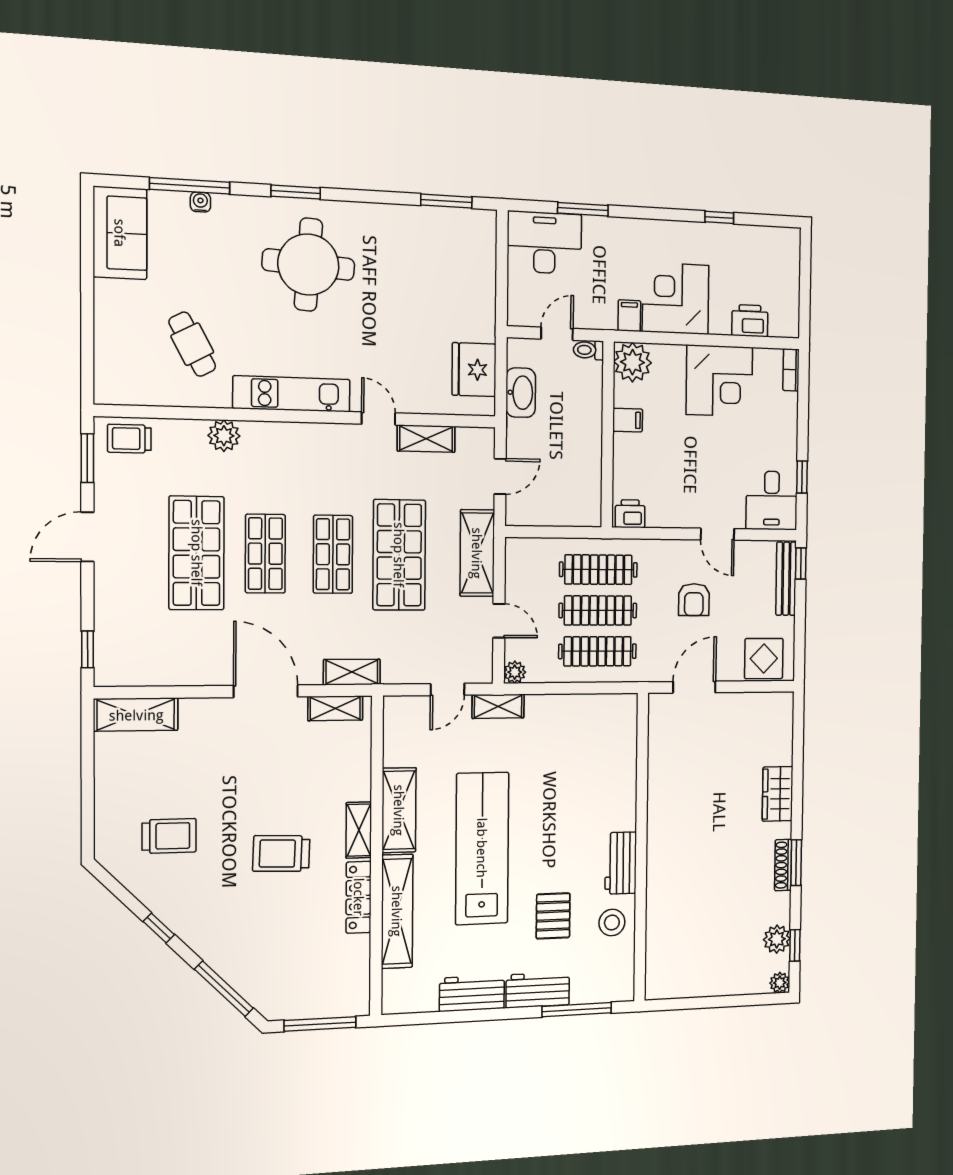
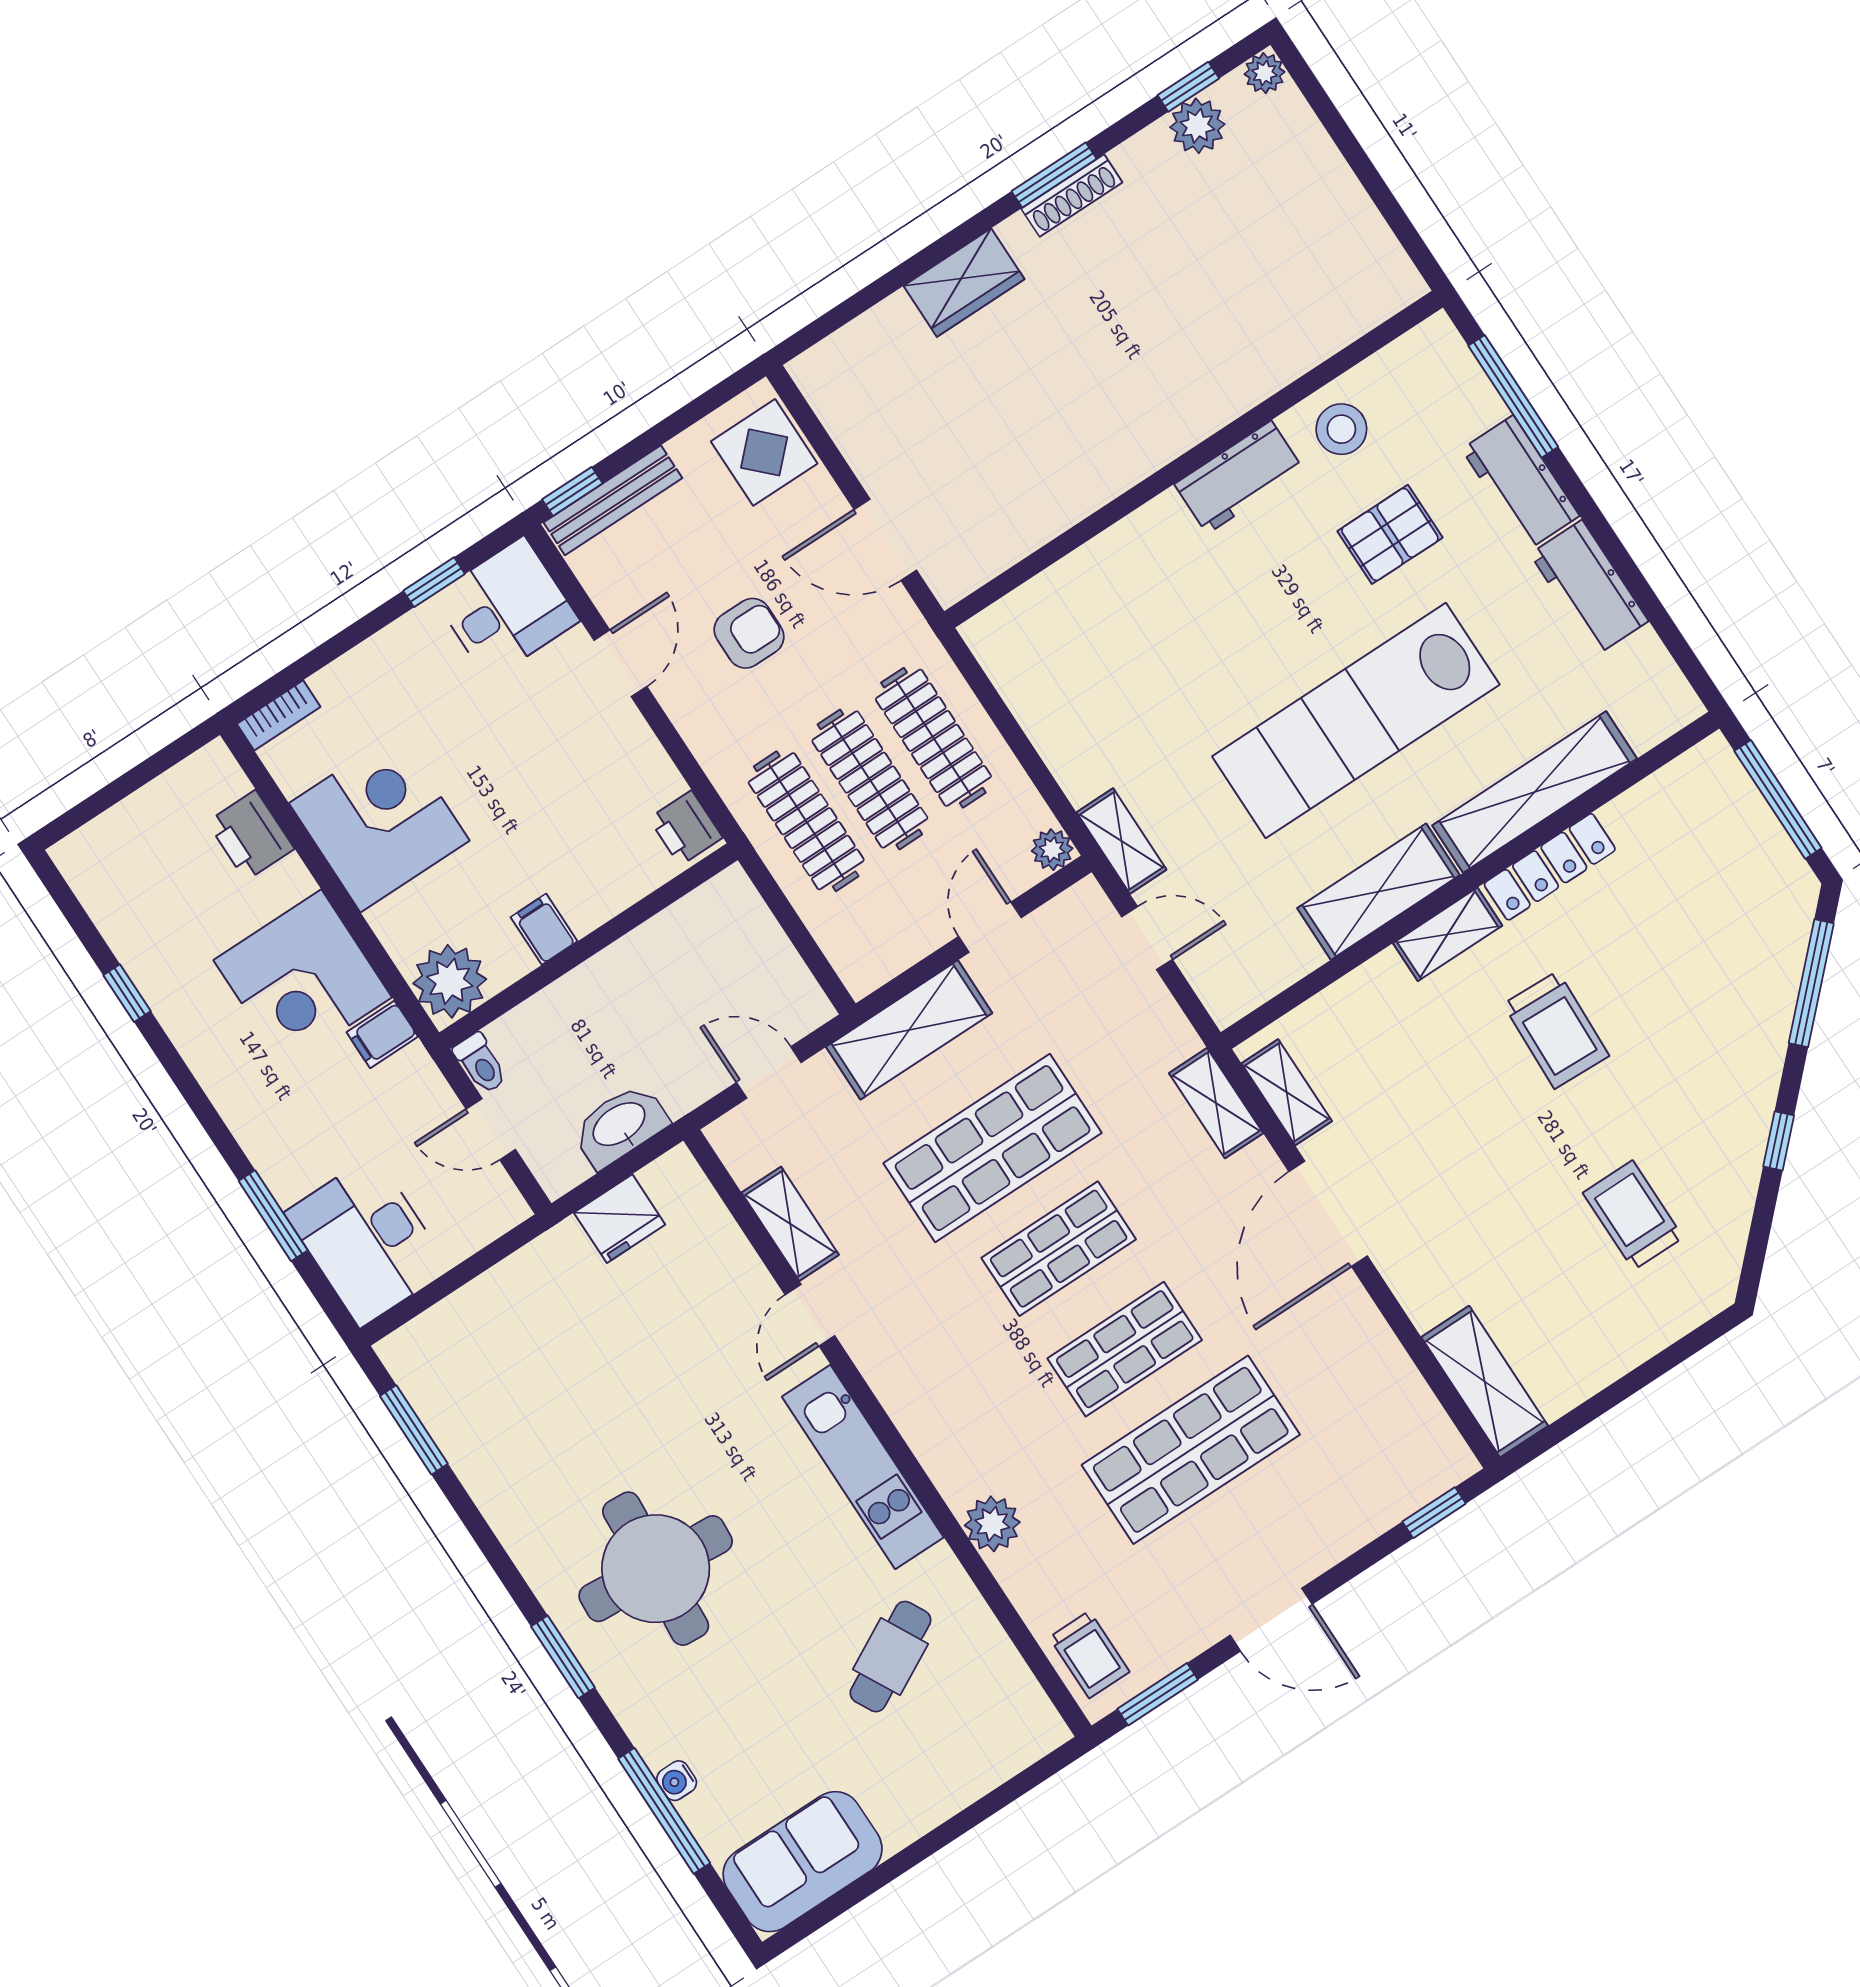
fridge: (474, 370) -> (620, 1219), width x0.73, depth x0.75

